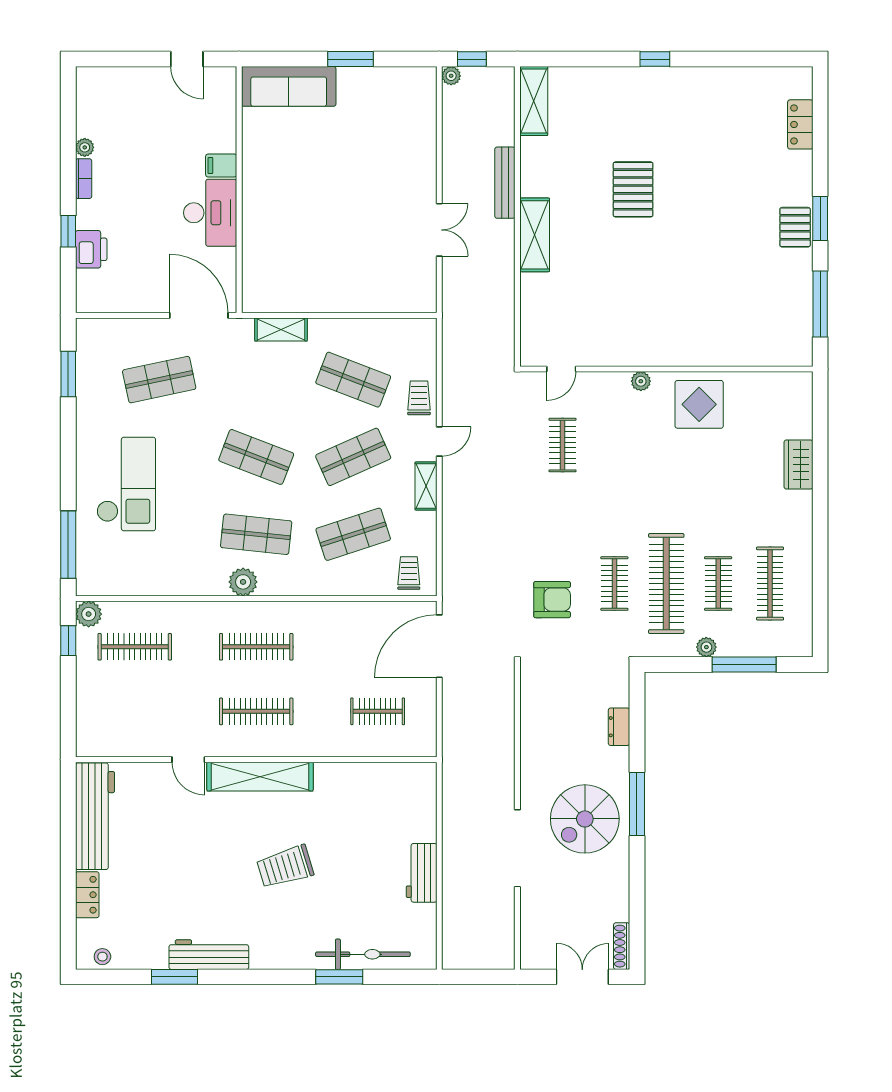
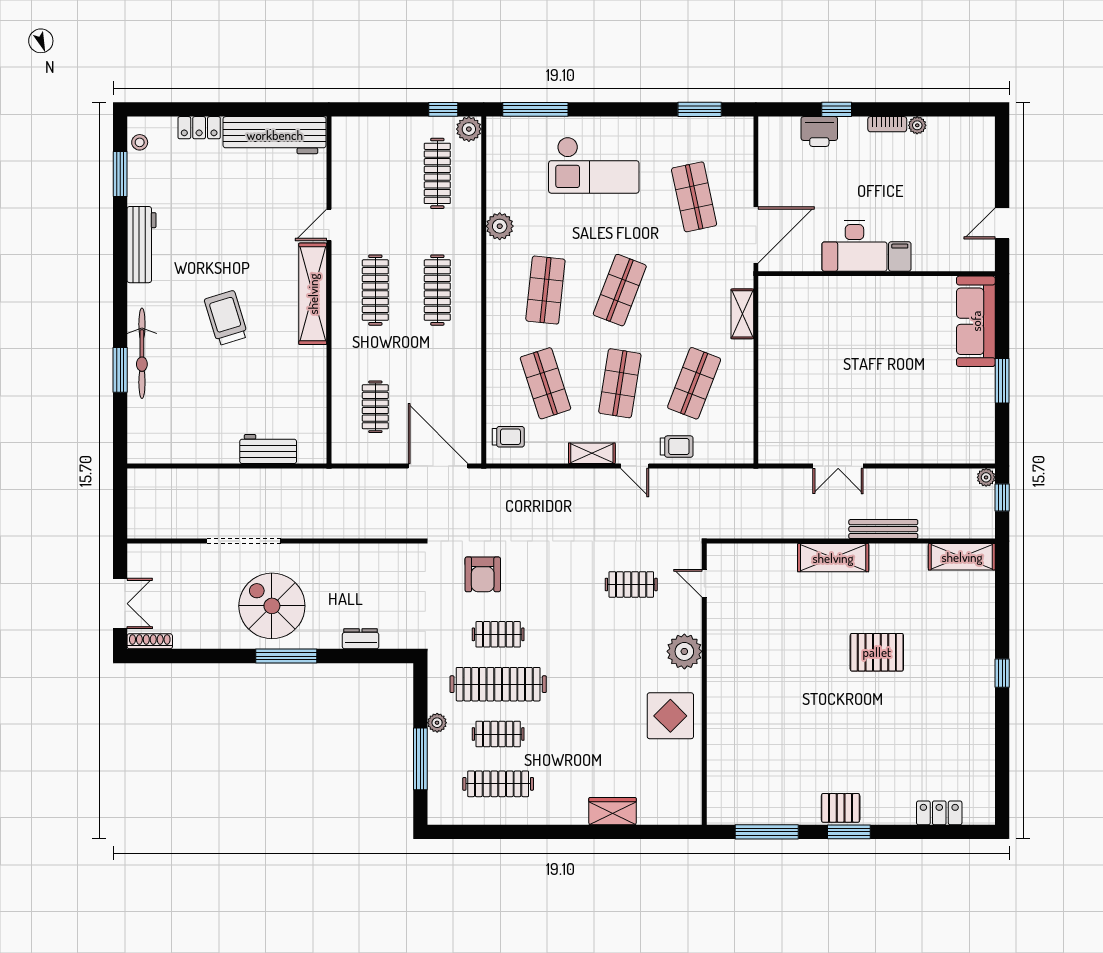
plant: (641, 381) -> (684, 651), width x1.88, depth x1.88
shop shelf: (353, 457) -> (620, 383), turned 33
plant: (243, 582) -> (500, 226), moved
workbench: (422, 873) -> (268, 449), moved
bicycle: (363, 954) -> (142, 353), moved
window: (175, 977) -> (120, 174), moved

